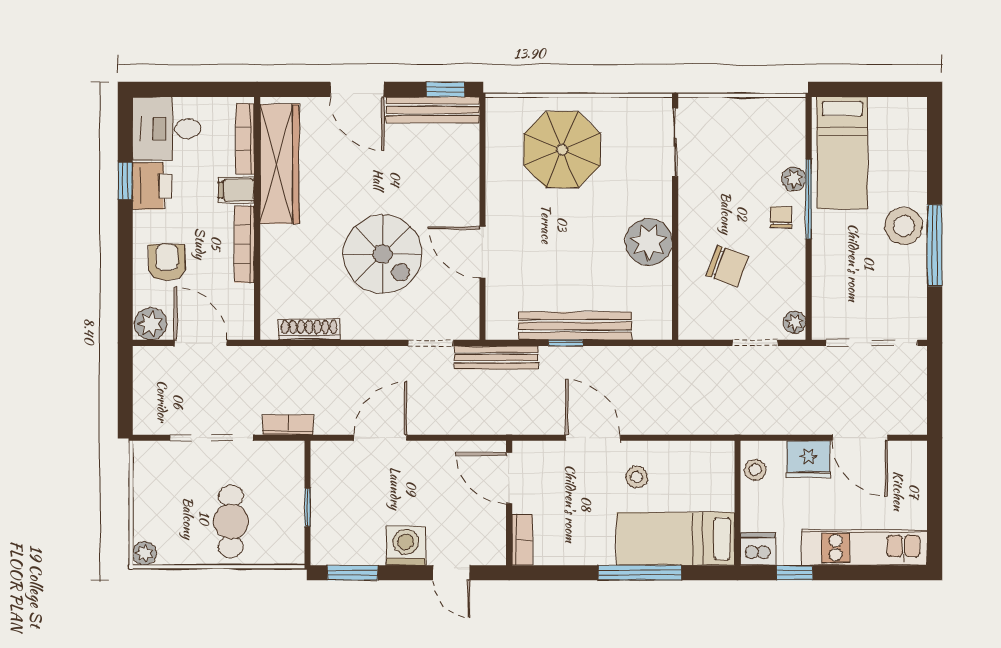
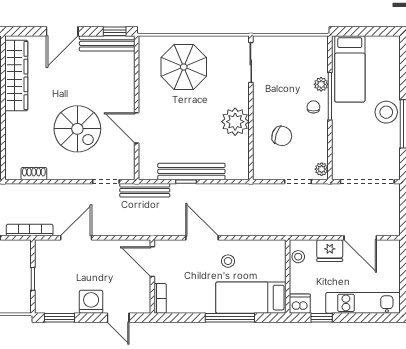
door: (357, 89) -> (62, 31), hinge flipped
shoe rack: (309, 329) -> (34, 174), width x0.70
bookcase: (288, 425) -> (30, 230), width x1.56

